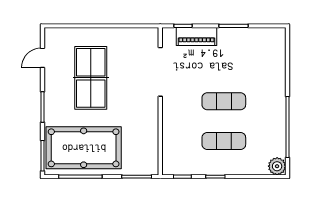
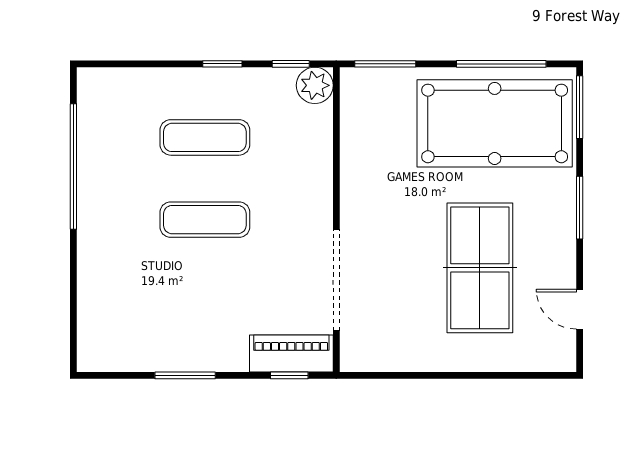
piano: (196, 36) -> (291, 353), moved
door: (42, 58) -> (580, 309), swing flipped
plant: (277, 166) -> (315, 85), moved

